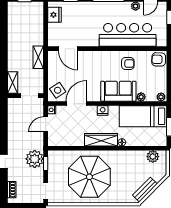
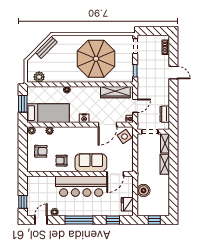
boiler: (36, 30) -> (144, 190), added
bar counter: (128, 35) -> (81, 186), moved
door: (68, 49) -> (115, 174), swing flipped
shelving: (38, 57) -> (165, 164), moved
armchair: (159, 59) -> (41, 151), moved
sofa: (118, 91) -> (91, 163), moved, turned 180
dresser: (13, 115) -> (165, 114), added
wardrobe: (101, 140) -> (115, 92), moved
plant: (35, 159) -> (145, 75), removed

